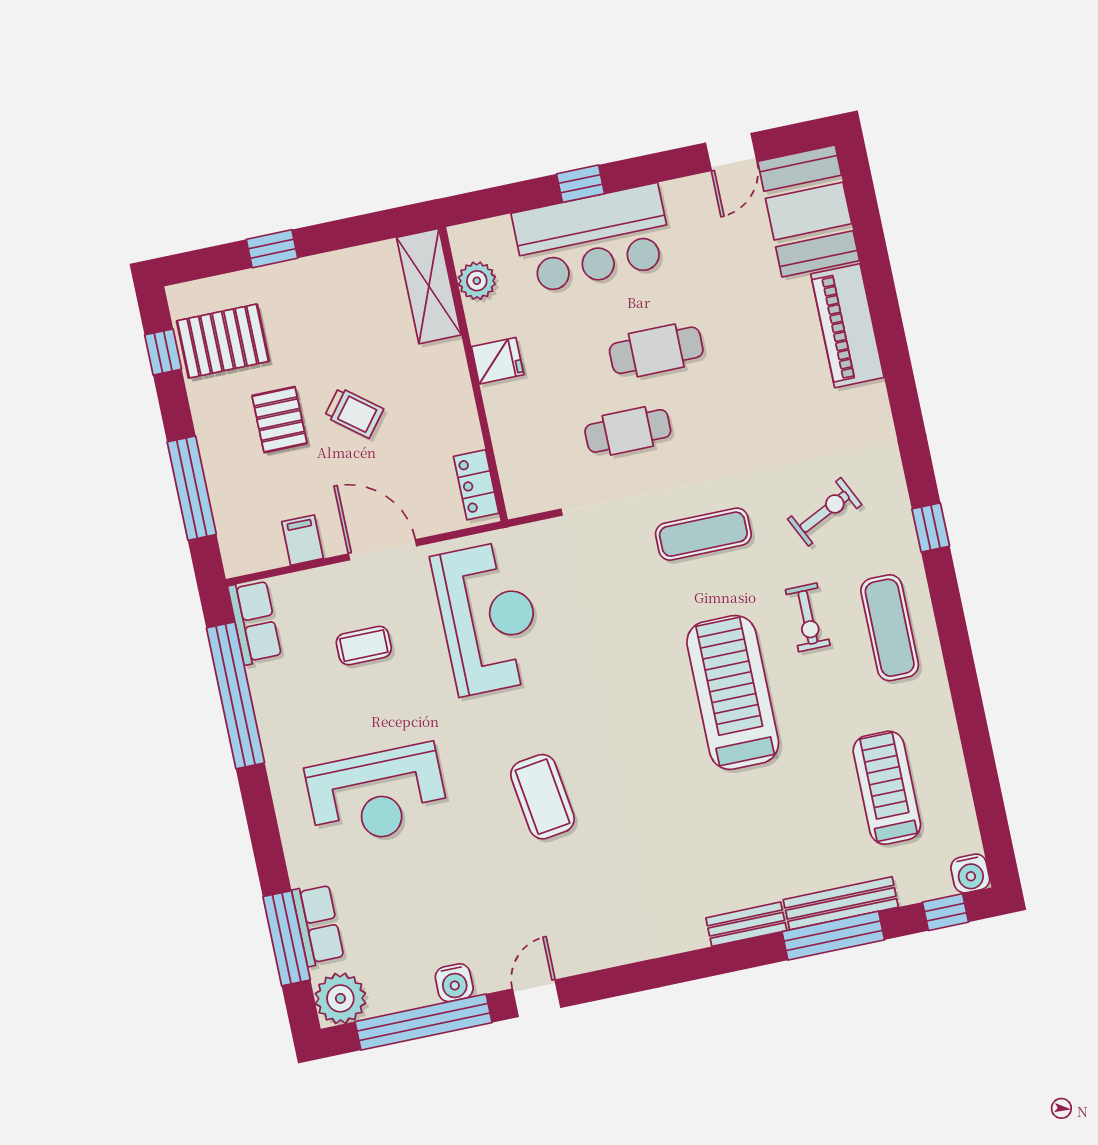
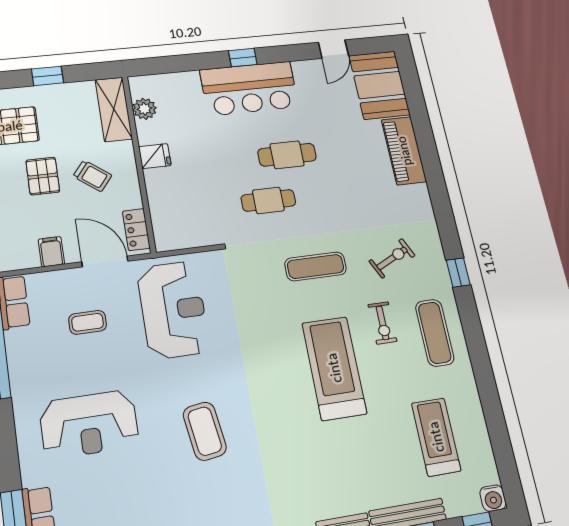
plant: (477, 281) -> (144, 109), moved
shelving: (429, 286) -> (114, 109), moved
fridge: (498, 361) -> (155, 156), moved
wall: (473, 374) -> (139, 163), moved
locker: (476, 485) -> (136, 230), moved

